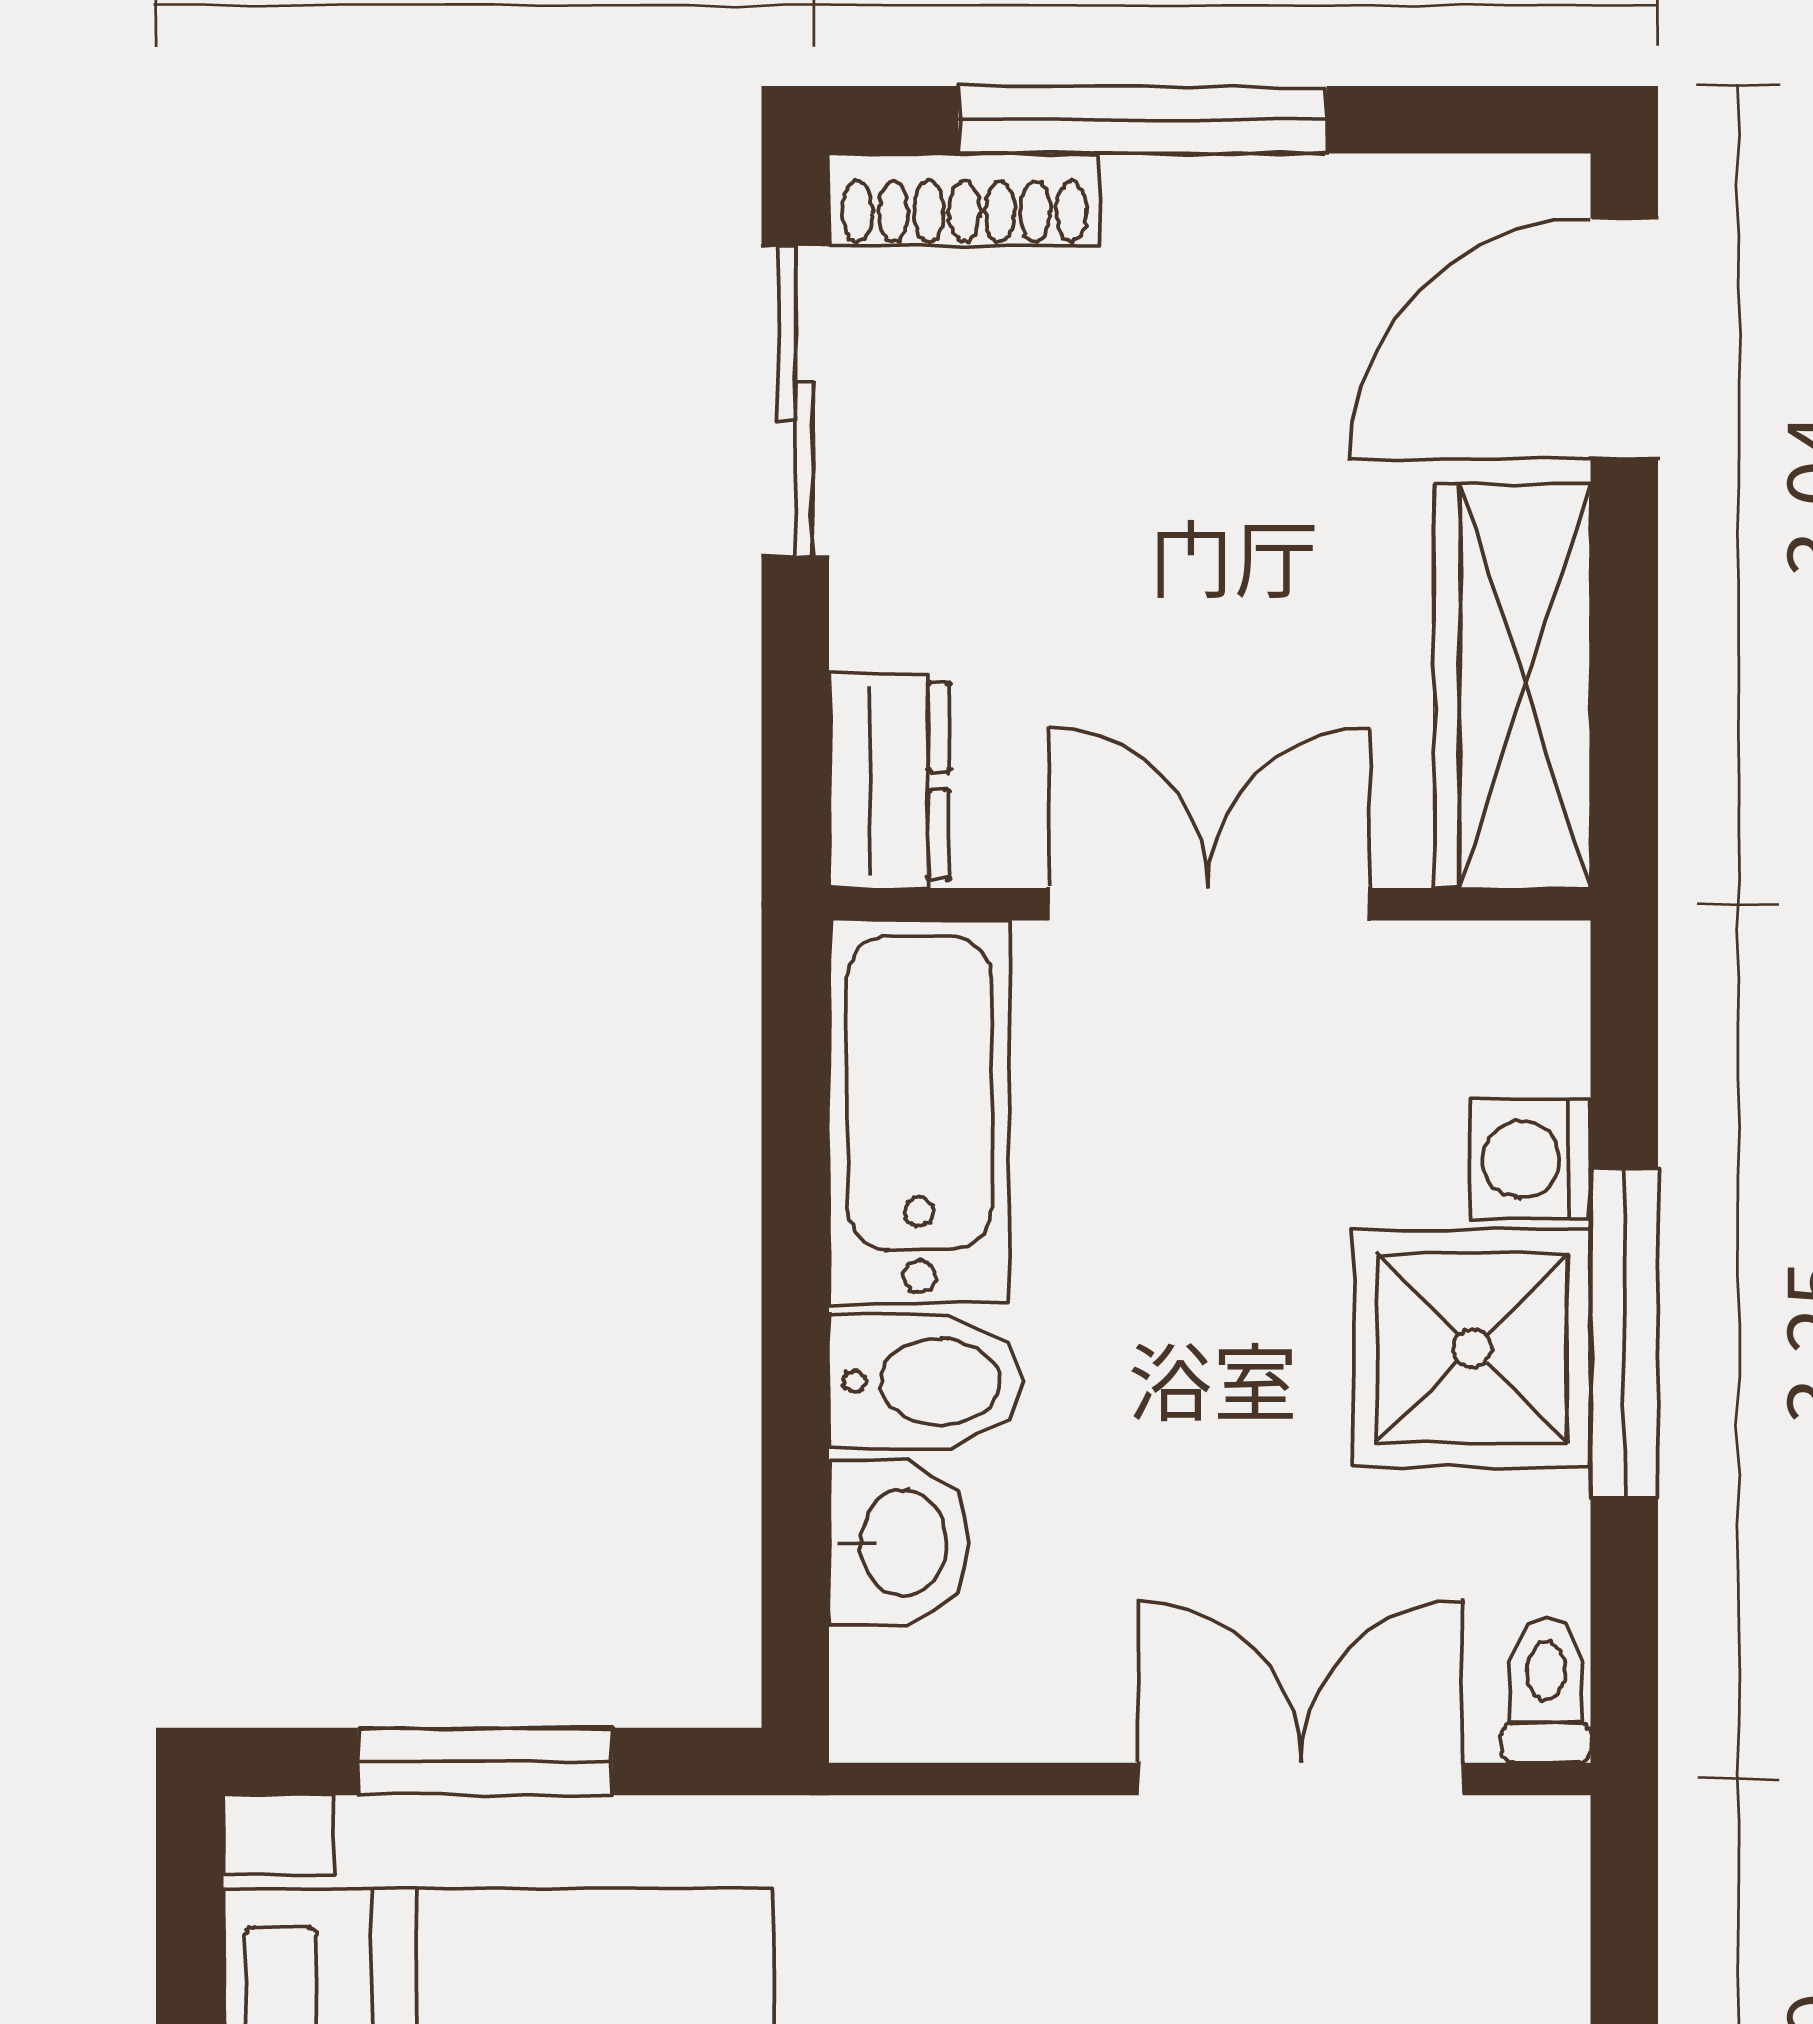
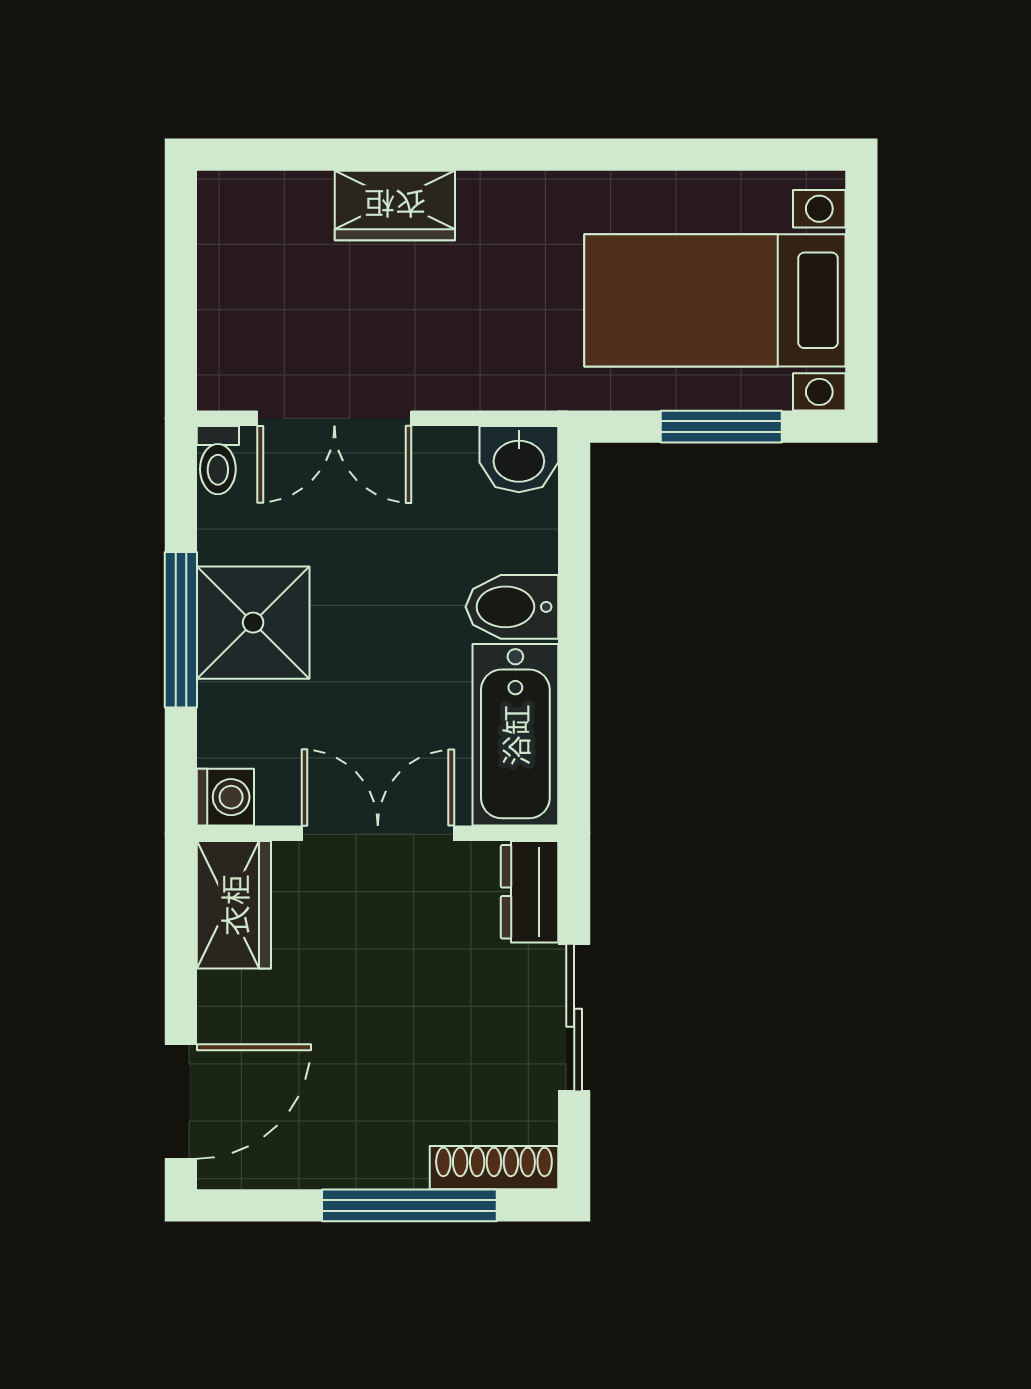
sliding door: (795, 401) -> (574, 1018), moved
wardrobe: (1512, 686) -> (234, 905), width x0.67
double door: (1209, 904) -> (378, 833), swing flipped
washing machine: (1531, 1159) -> (225, 797), moved
washbasin: (899, 1543) -> (519, 459), moved, turned -90

